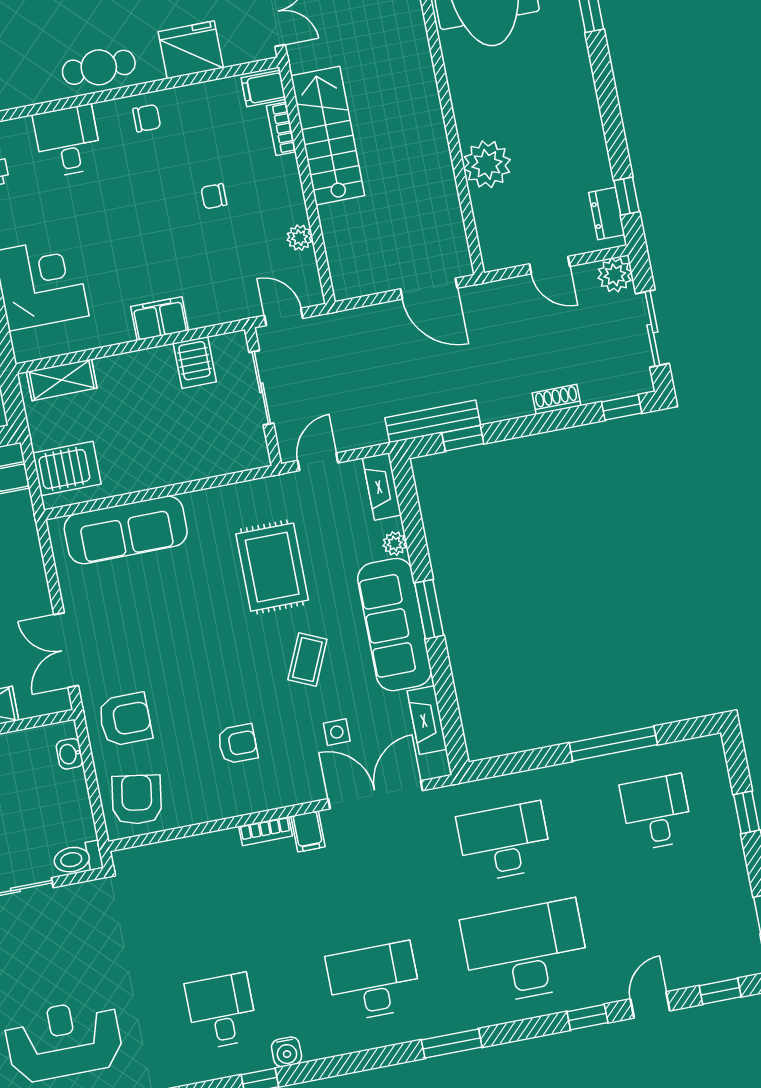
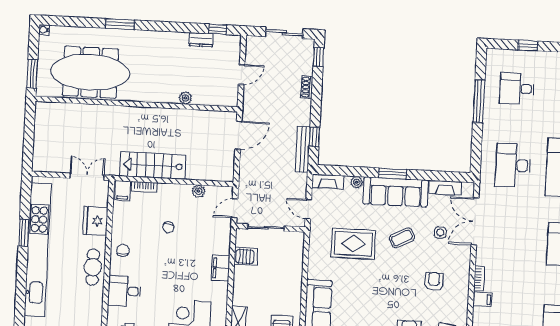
plant: (487, 164) -> (185, 98), width x0.53, depth x0.53
dresser: (607, 214) -> (201, 40), moved
plant: (615, 275) -> (254, 44), removed
coffee table: (307, 660) -> (402, 238), turned -52
filing cabinet: (308, 831) -> (482, 299), moved

